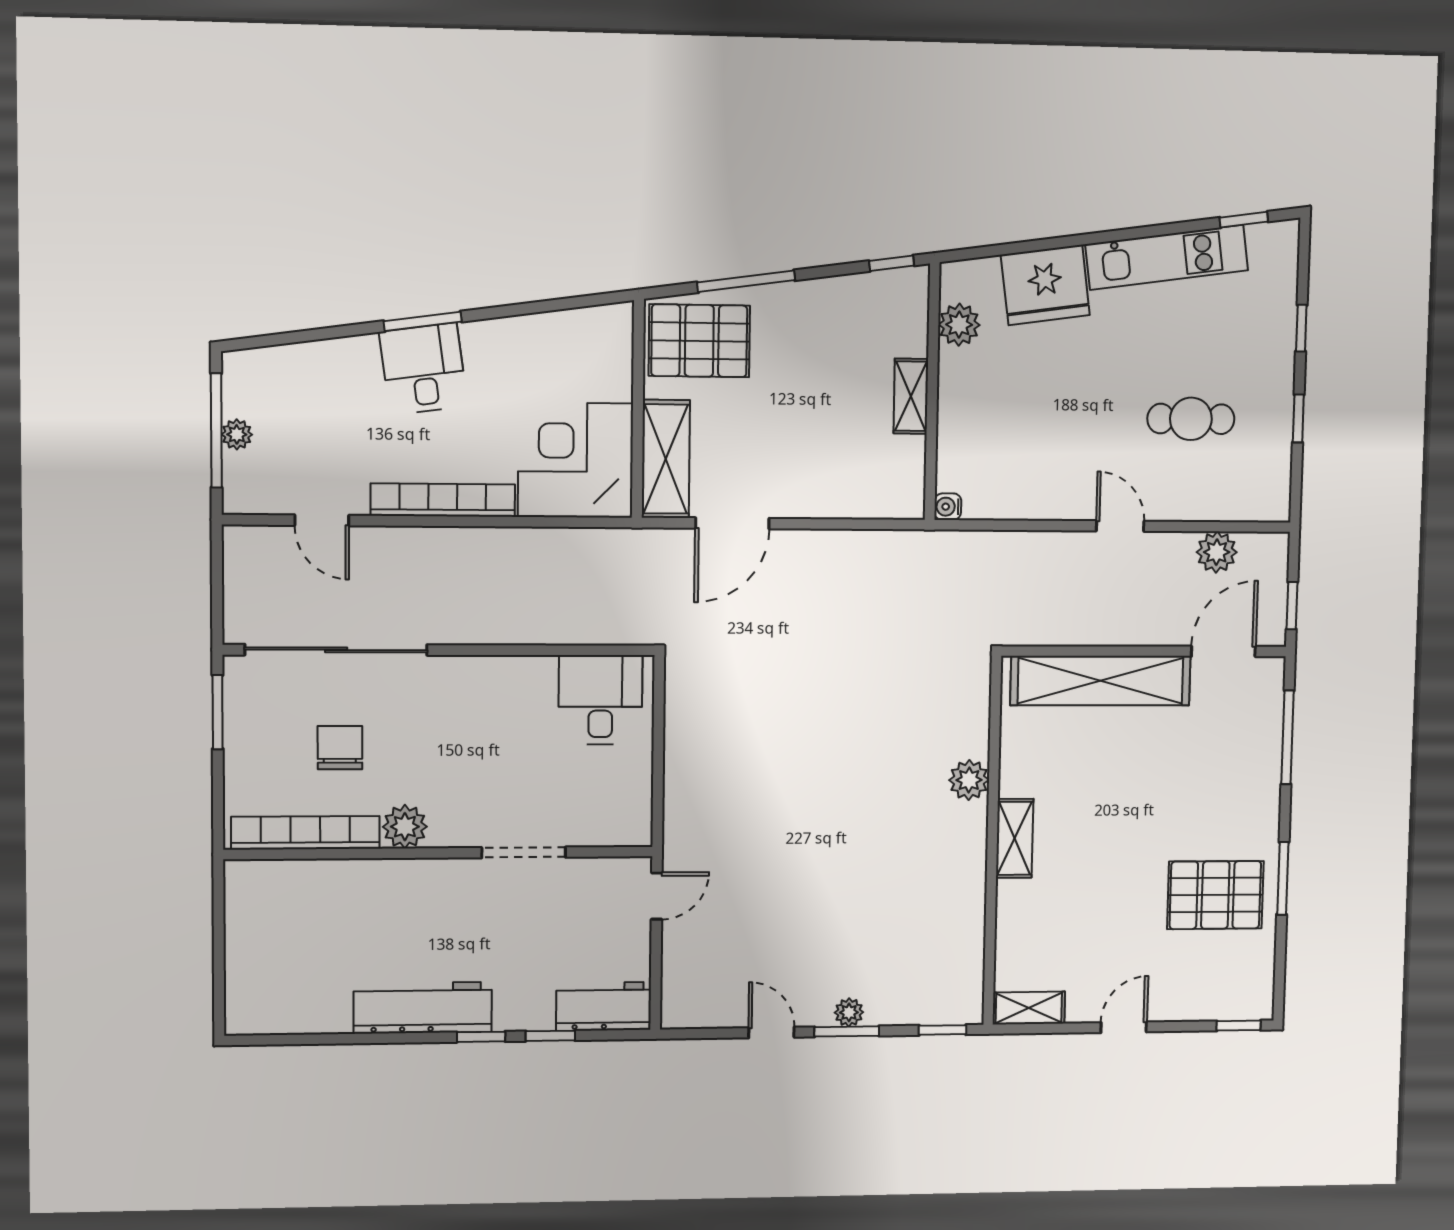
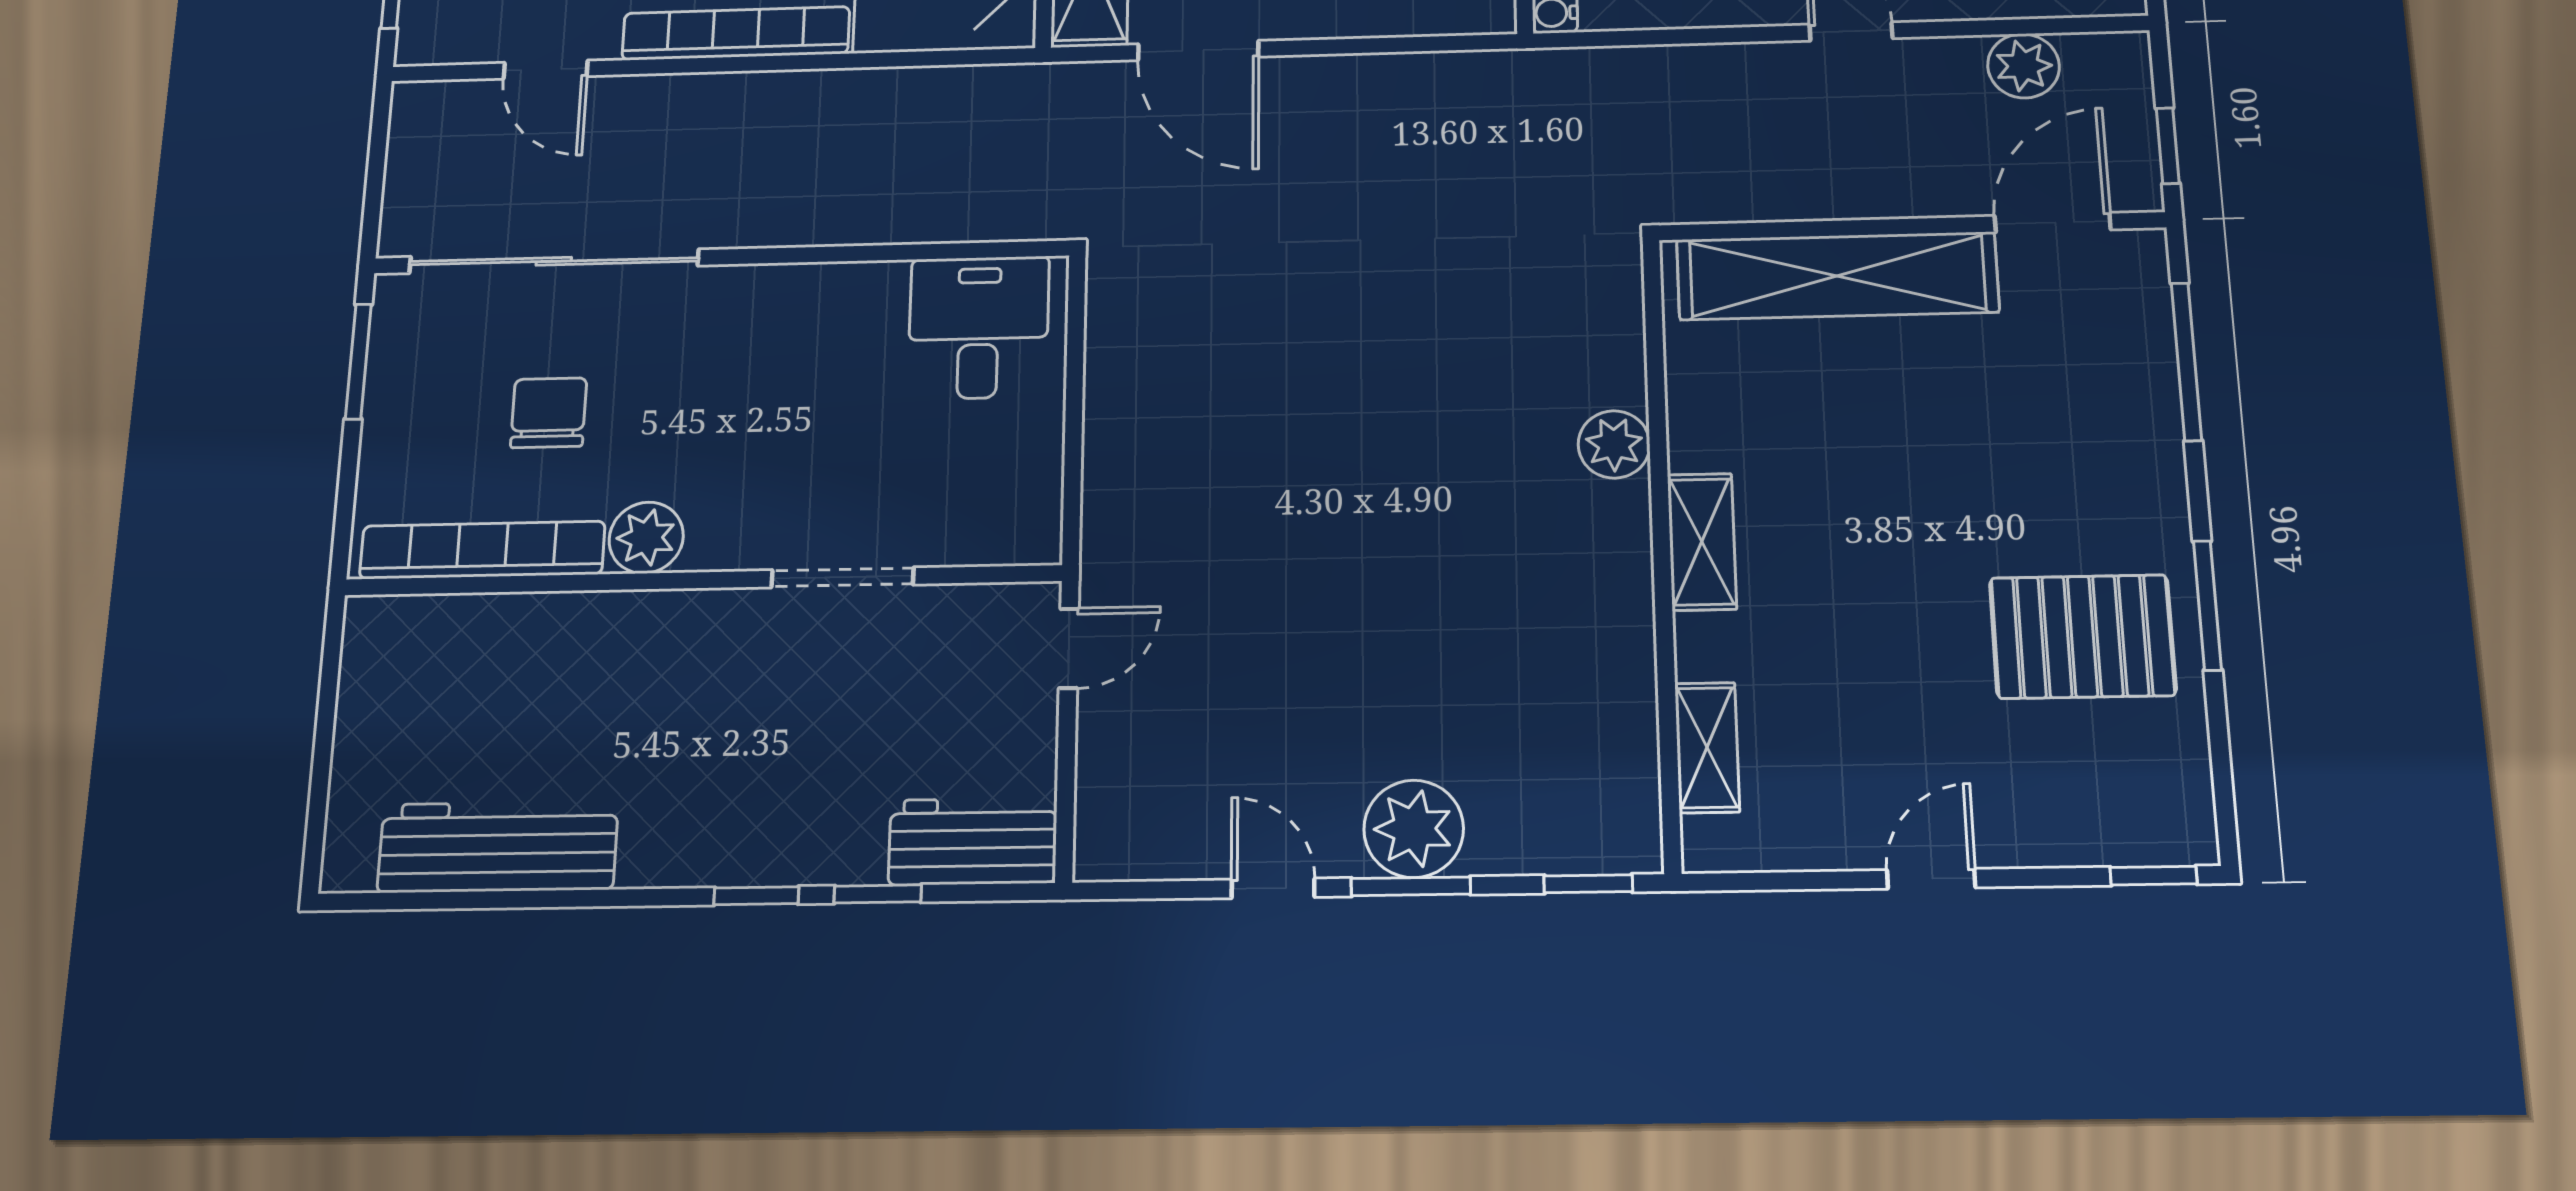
door: (732, 523) -> (1198, 51), hinge flipped
workbench: (423, 1008) -> (498, 847), moved
shelving: (1029, 1008) -> (1707, 748), moved, turned 90
plant: (849, 1012) -> (1414, 829), width x1.87, depth x1.87

